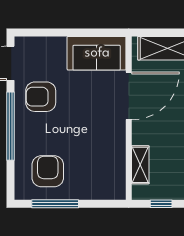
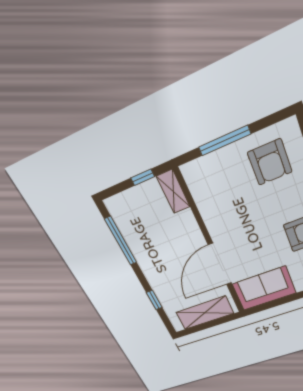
shelving: (140, 165) -> (173, 192), moved
window: (55, 204) -> (225, 141), moved

